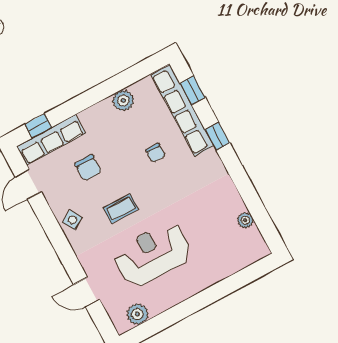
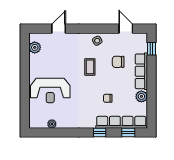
row of seats: (51, 140) -> (141, 71), moved
reception desk: (152, 254) -> (50, 90), moved, turned 90

